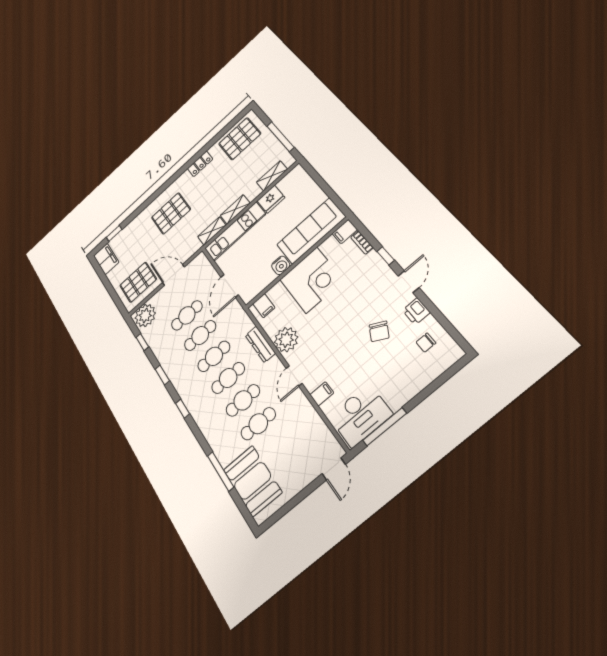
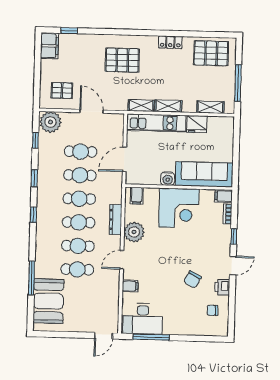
pallet: (138, 282) -> (62, 91), width x0.67, depth x0.71

